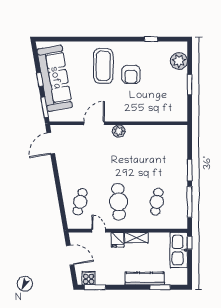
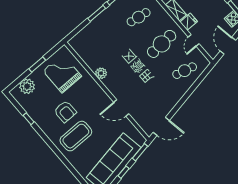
armchair: (131, 74) -> (65, 112), turned 90
grand piano: (164, 99) -> (62, 74), added
plant: (119, 131) -> (101, 73), moved

